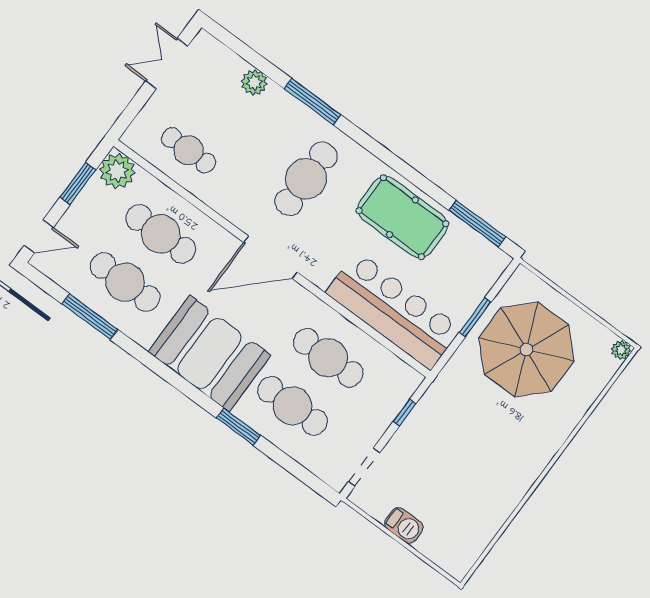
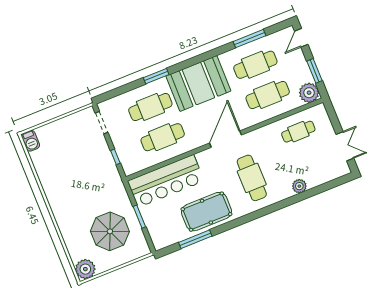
plant: (254, 82) -> (299, 186), moved
window: (313, 102) -> (286, 203), removed
window: (477, 224) -> (195, 239), moved
parasol: (526, 349) -> (110, 231), width x0.73, depth x0.73
plant: (621, 350) -> (85, 269), width x1.88, depth x1.88
barbecue: (404, 525) -> (31, 141), moved, turned -90

